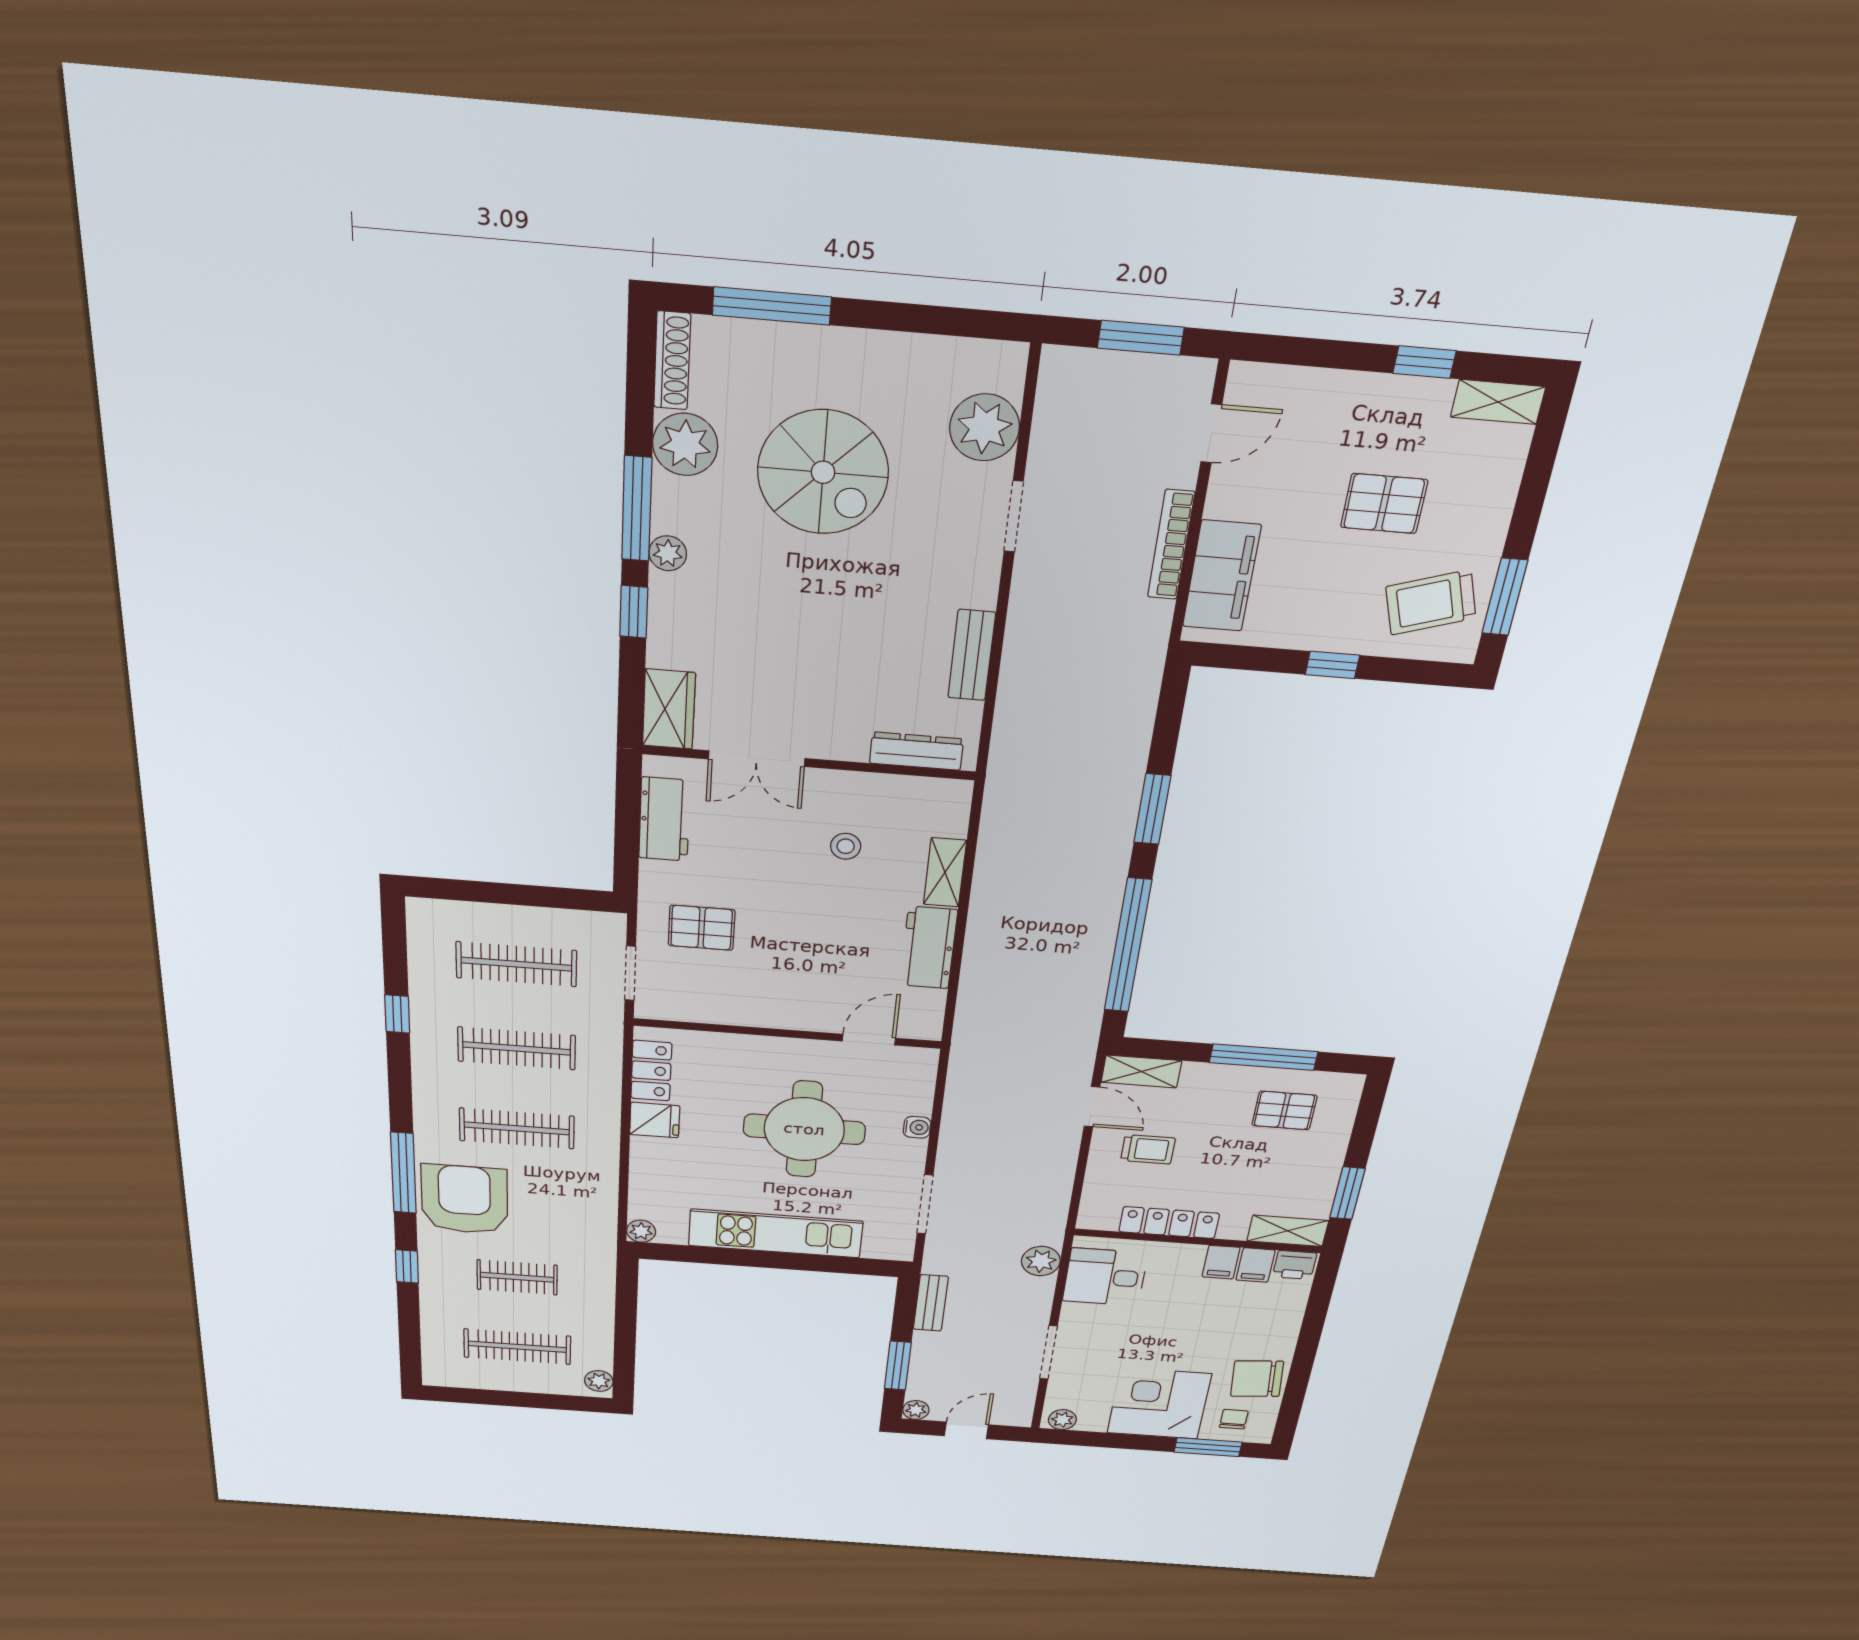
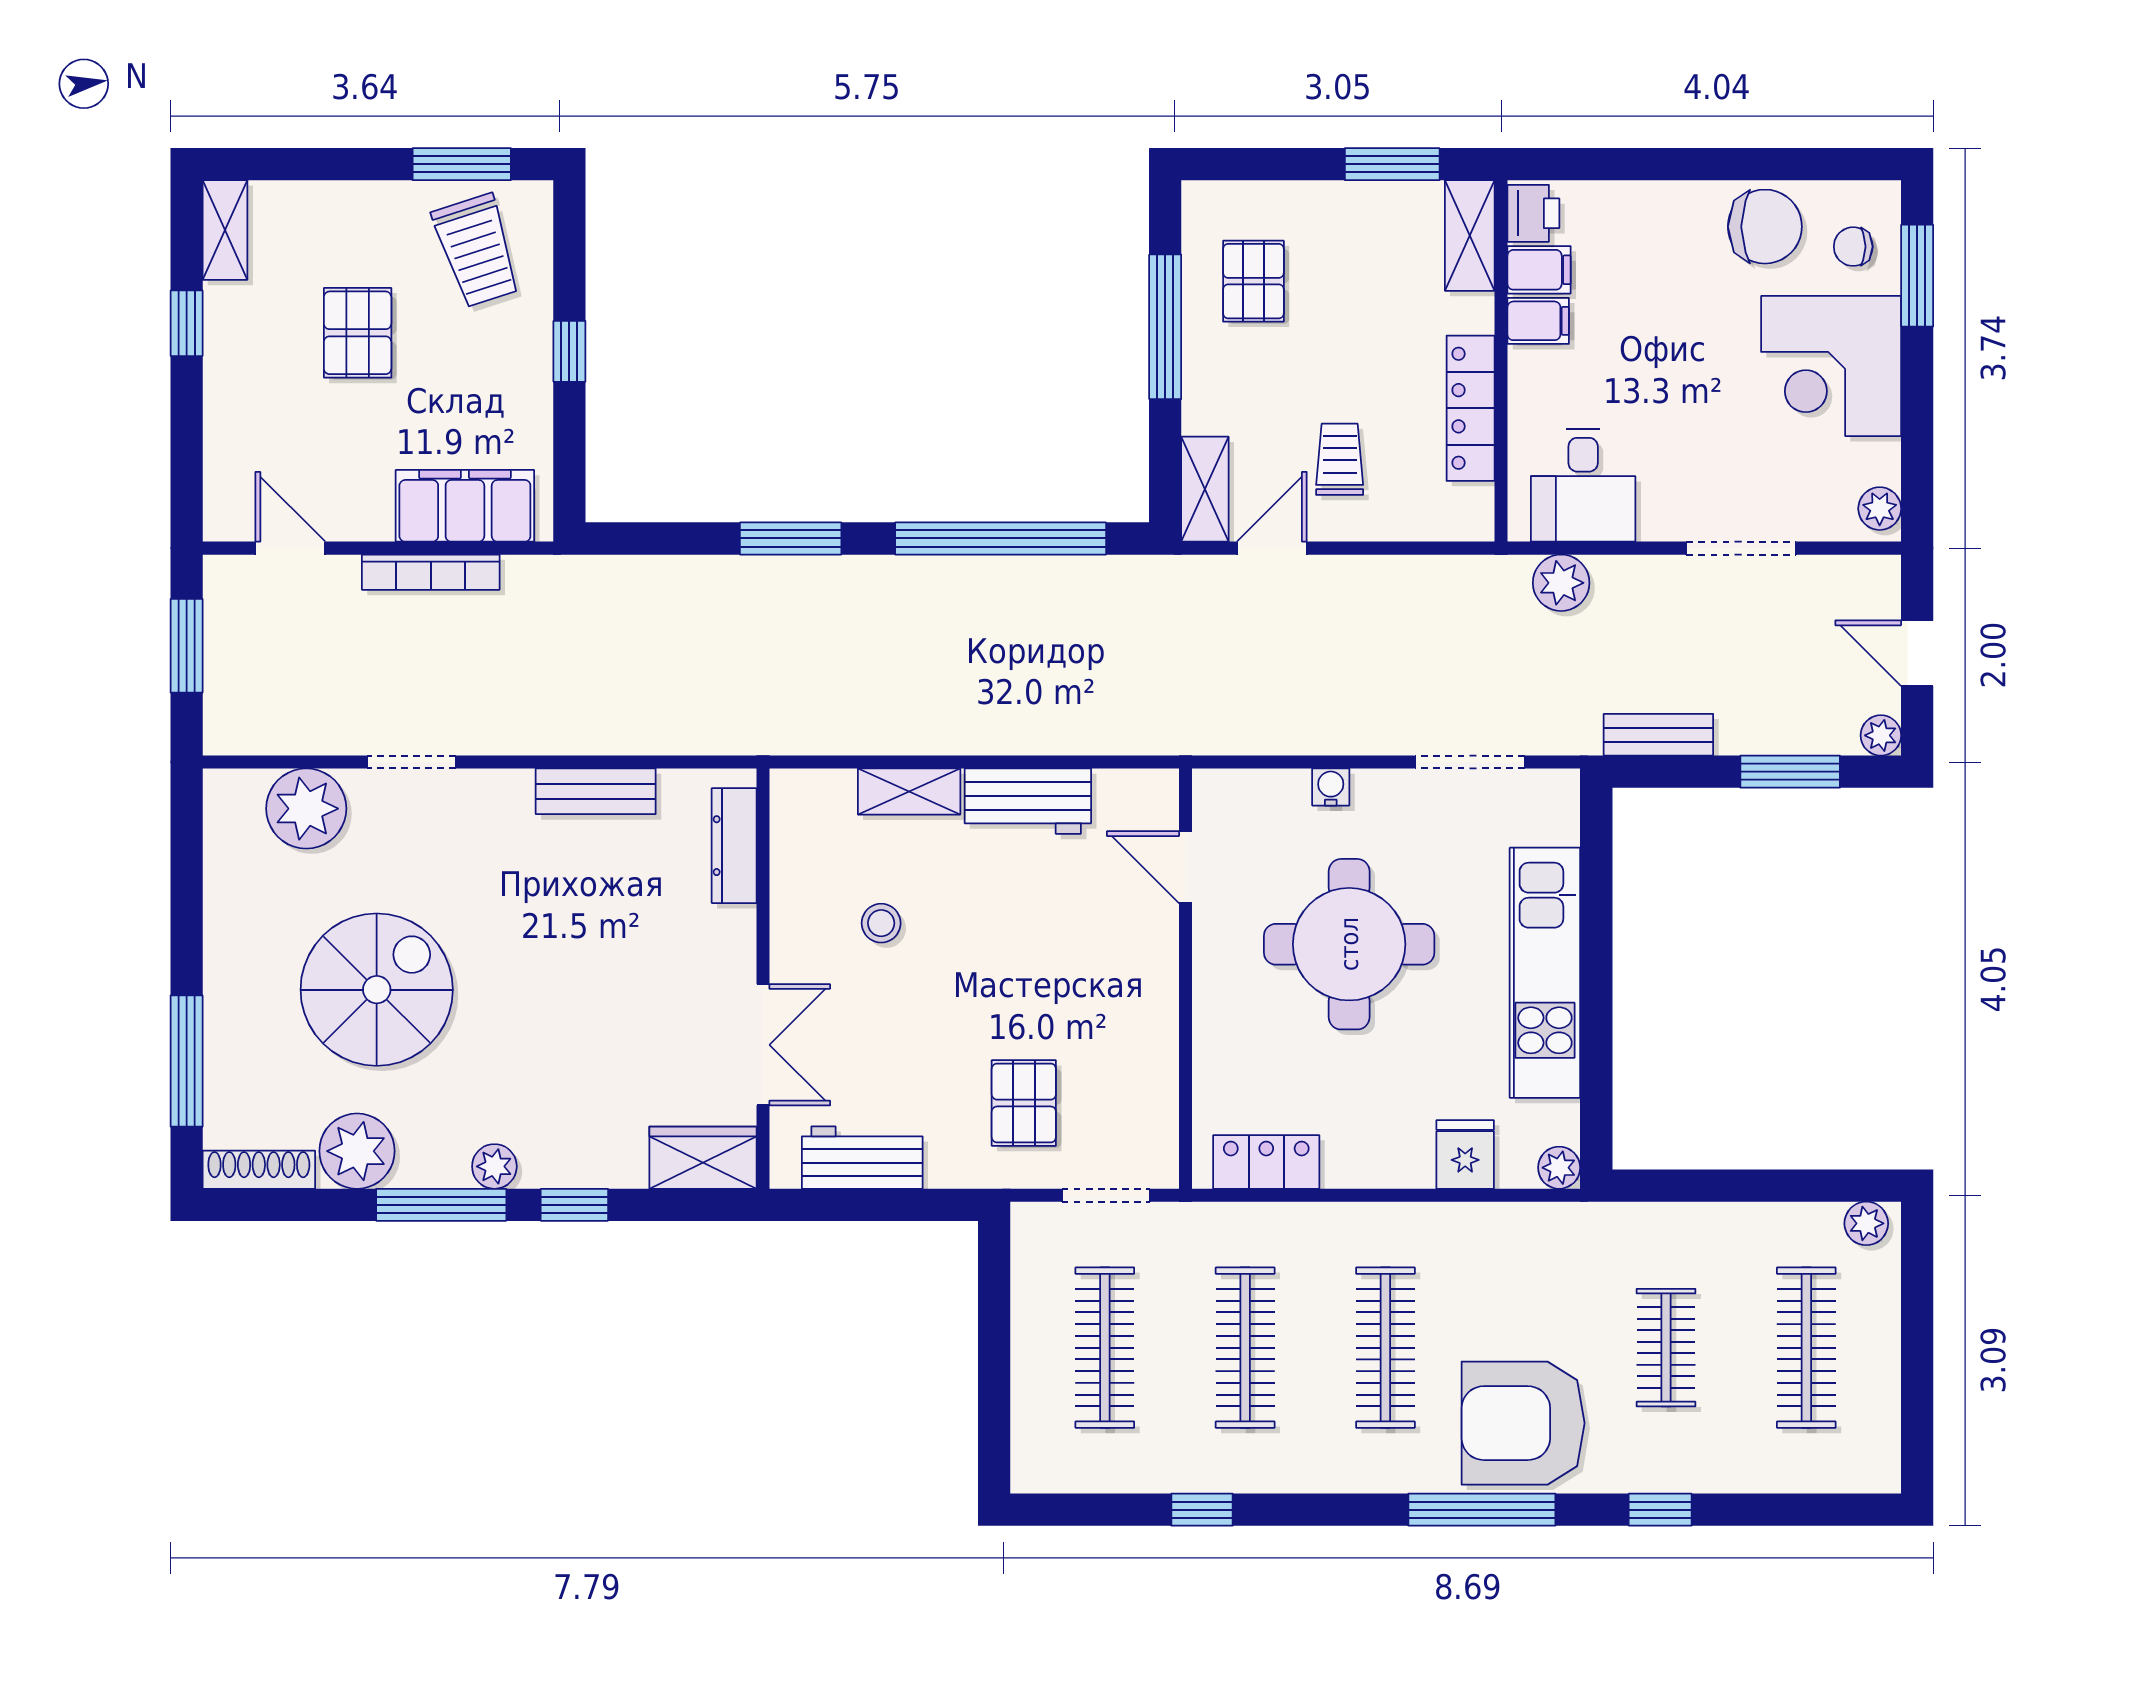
fridge: (655, 1120) -> (1465, 1154), moved
chair: (1257, 1379) -> (1765, 227), turned -85

